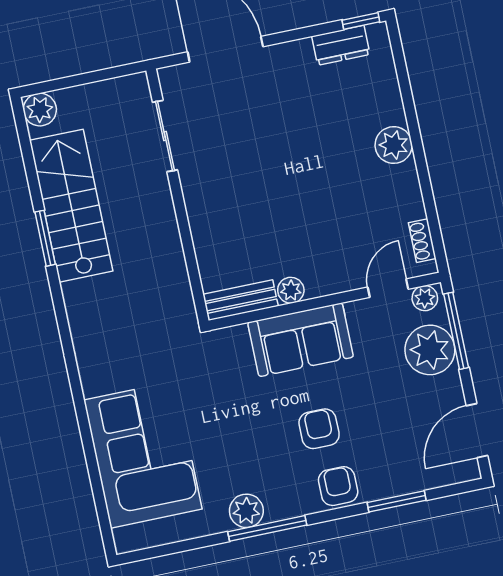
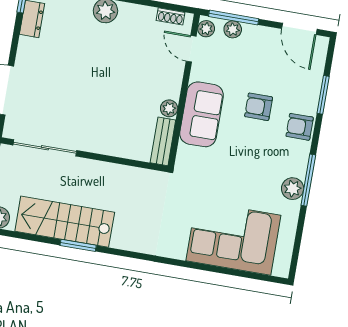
sliding door: (165, 136) -> (45, 148), width x1.37
plant: (430, 350) -> (233, 29), width x0.53, depth x0.53
armchair: (319, 429) -> (259, 107), moved

